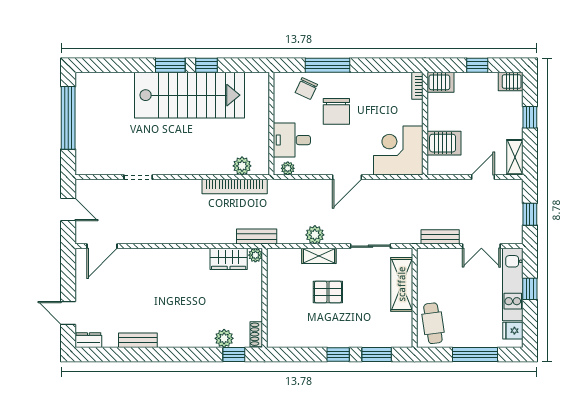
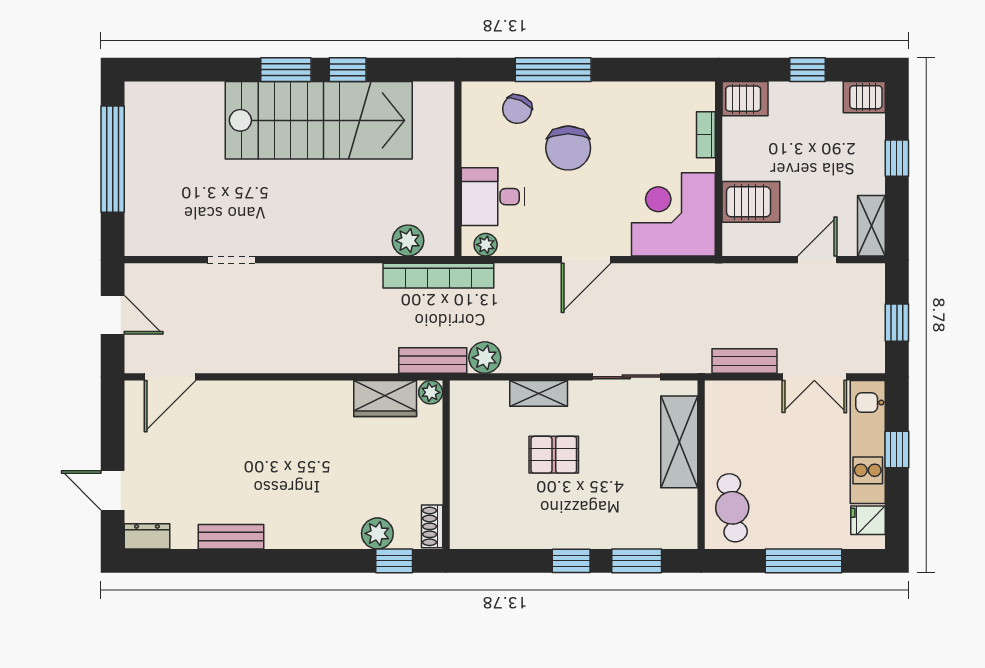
bookcase: (417, 86) -> (706, 135), moved
bookcase: (235, 187) -> (438, 276), moved
plant: (315, 235) -> (485, 358), moved

